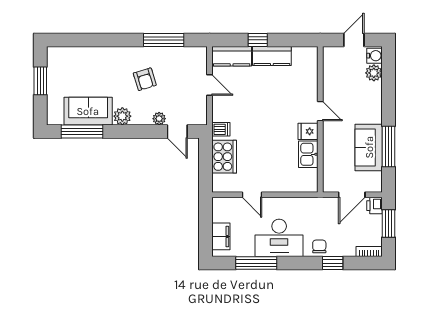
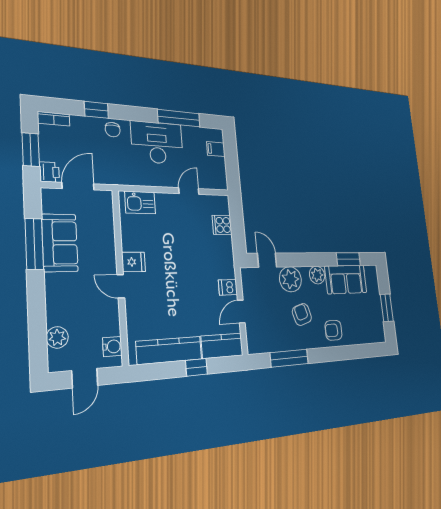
kitchen counter: (272, 56) -> (169, 350), width x1.50
water cooler: (374, 56) -> (112, 347), moved, turned 180
armchair: (110, 62) -> (333, 330), added
door: (210, 85) -> (241, 312), hinge flipped
plant: (159, 119) -> (290, 279), width x1.87, depth x1.87
dishwasher: (221, 129) -> (228, 287), moved
window: (82, 131) -> (348, 259), width x0.69
kitchen sink: (308, 154) -> (140, 203), moved, turned 90
cooker: (224, 157) -> (222, 225), width x0.53, depth x0.76
door: (252, 195) -> (189, 191), hinge flipped
filing cabinet: (221, 236) -> (216, 149), width x0.50

